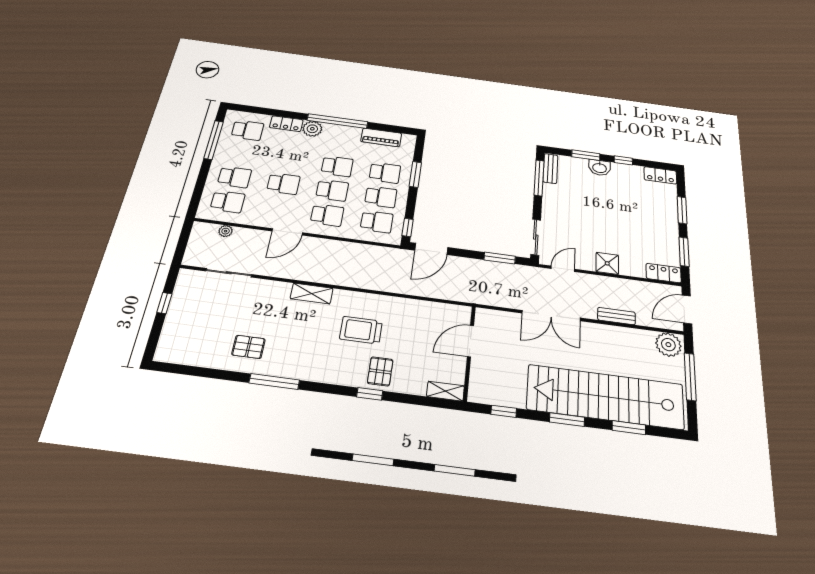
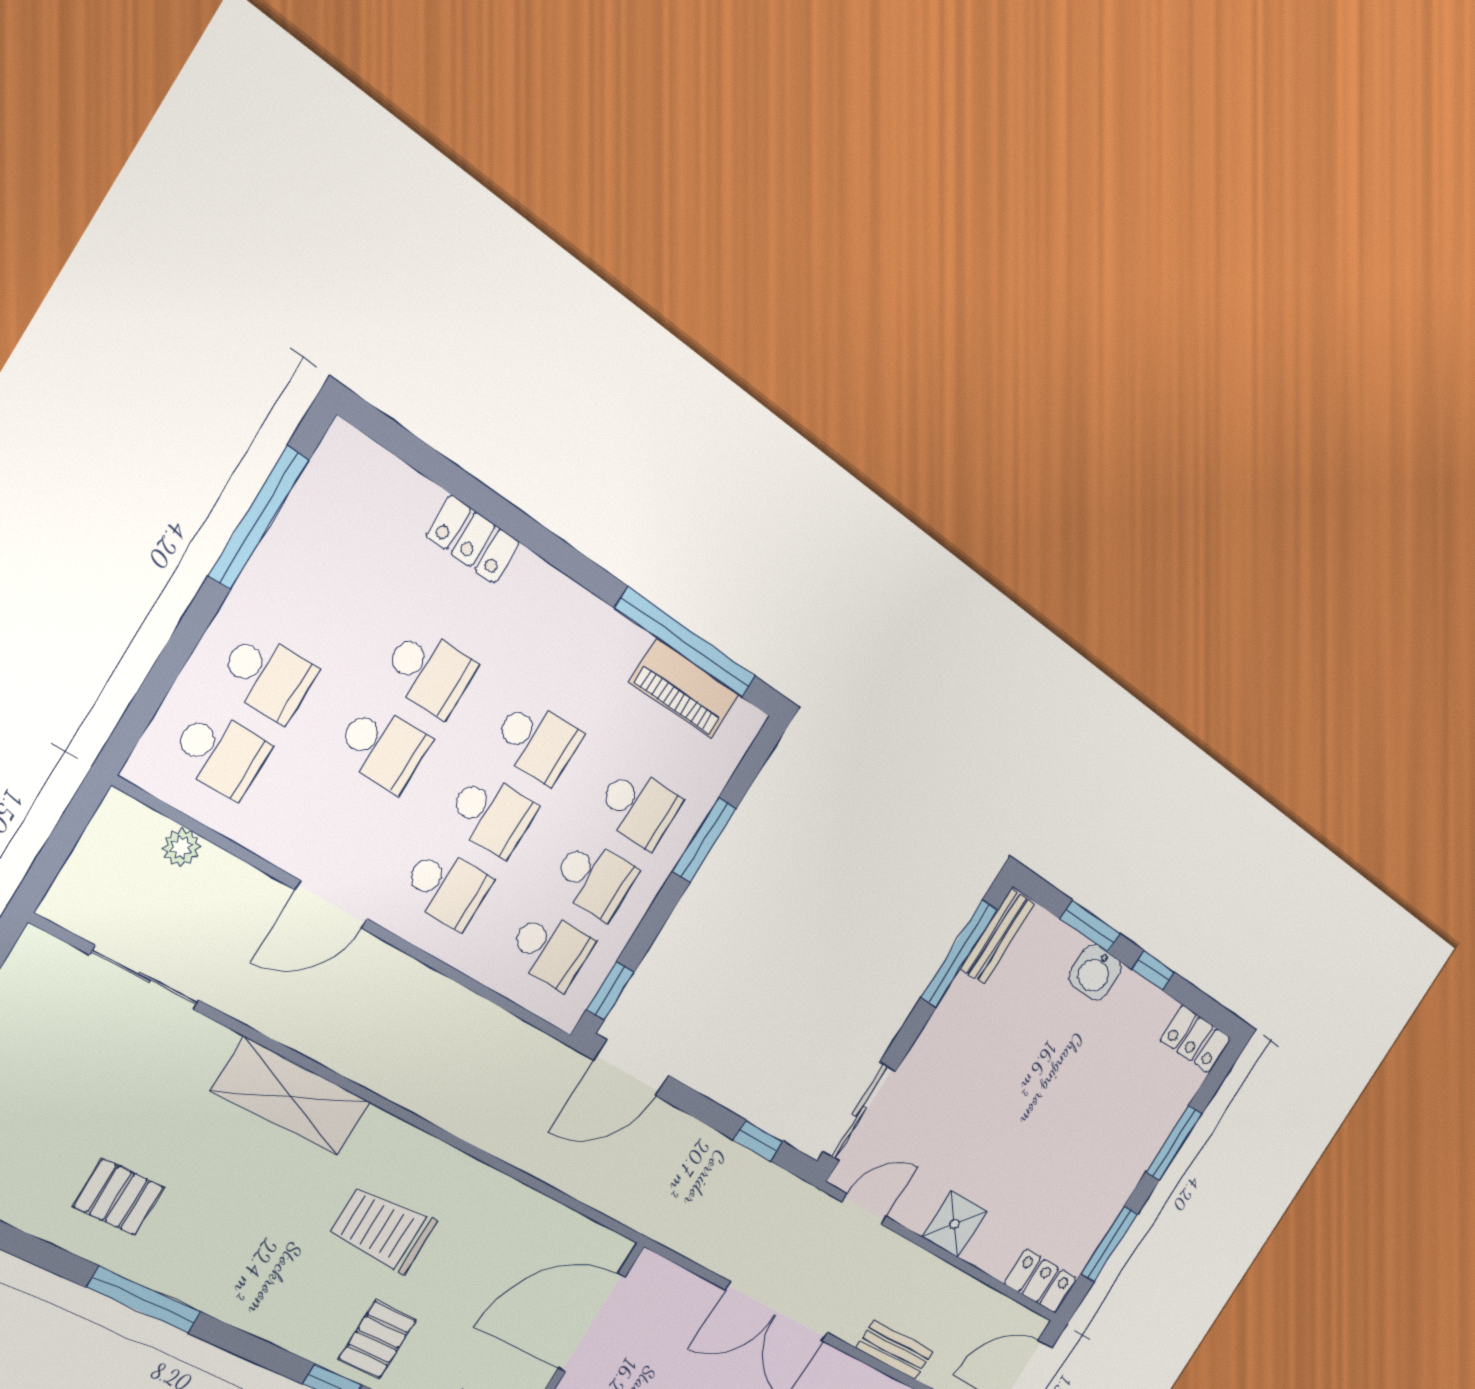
window: (337, 121) -> (686, 643), moved
plant: (312, 129) -> (531, 587), removed
school desk: (248, 130) -> (429, 672), moved
window: (500, 258) -> (758, 1140), width x0.67
shelving: (312, 293) -> (291, 1096), width x1.50, depth x1.33
door: (471, 341) -> (592, 1323), width x1.36

